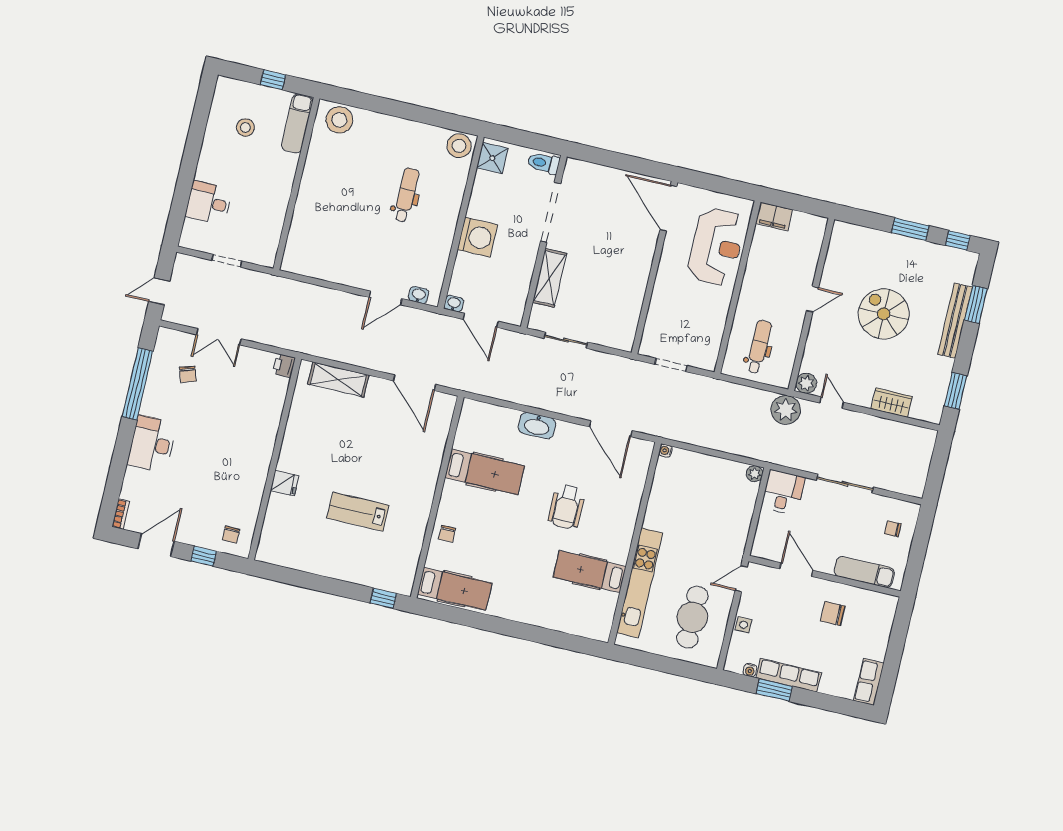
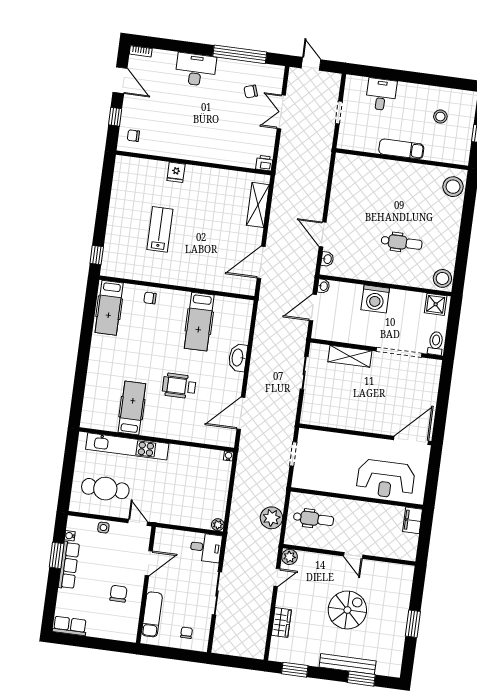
exam couch: (297, 123) -> (401, 149), moved
window: (958, 240) -> (408, 660), removed
plant: (786, 410) -> (271, 518), moved

